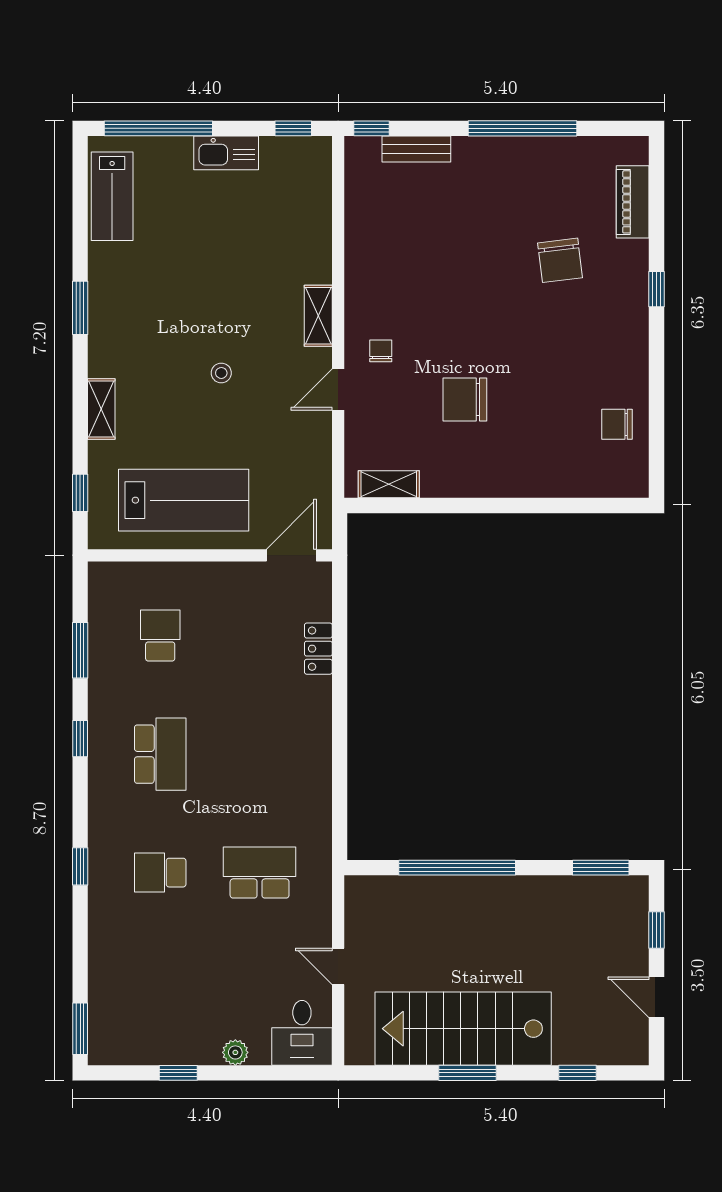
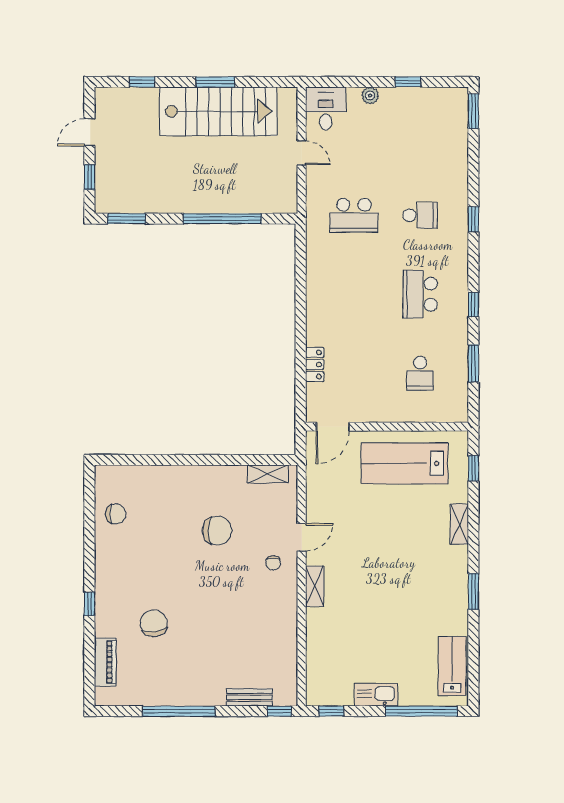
stool: (221, 373) -> (379, 548), removed
door: (656, 997) -> (89, 132), swing flipped

